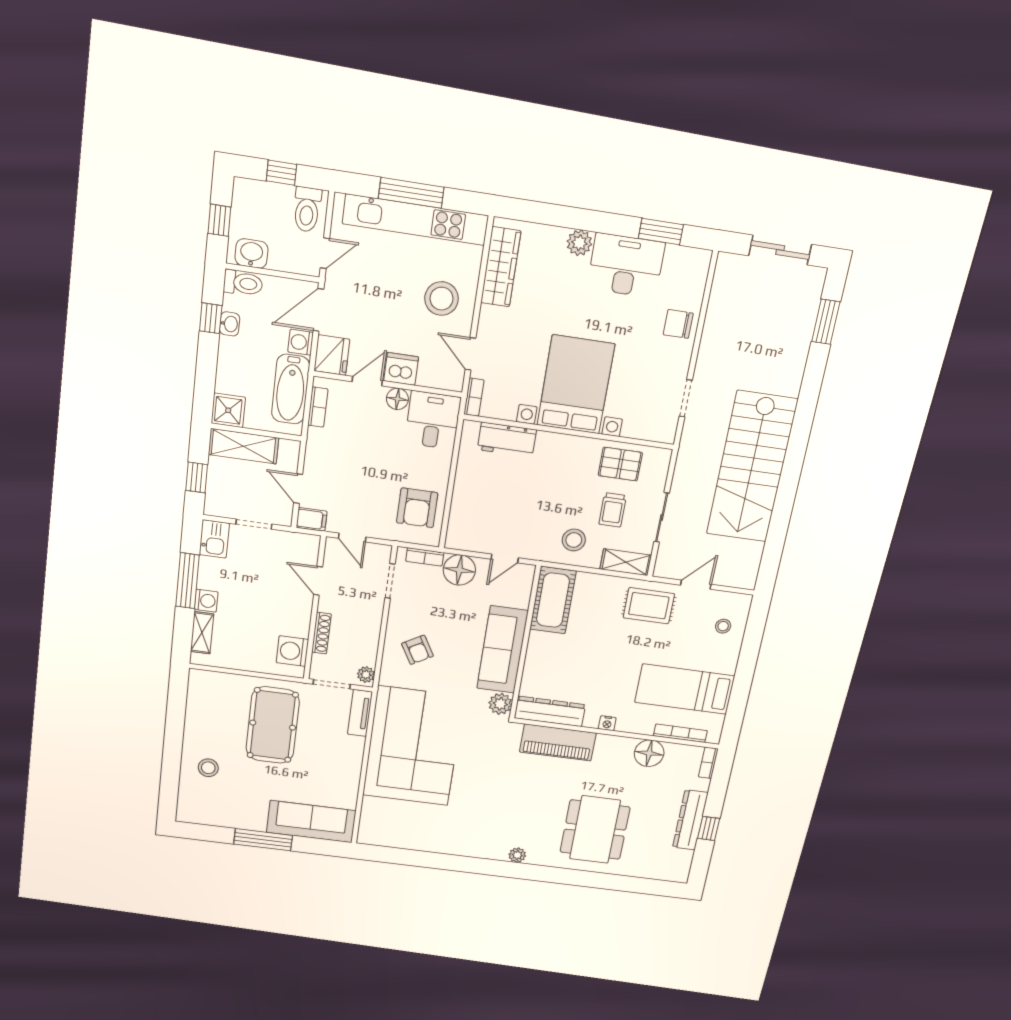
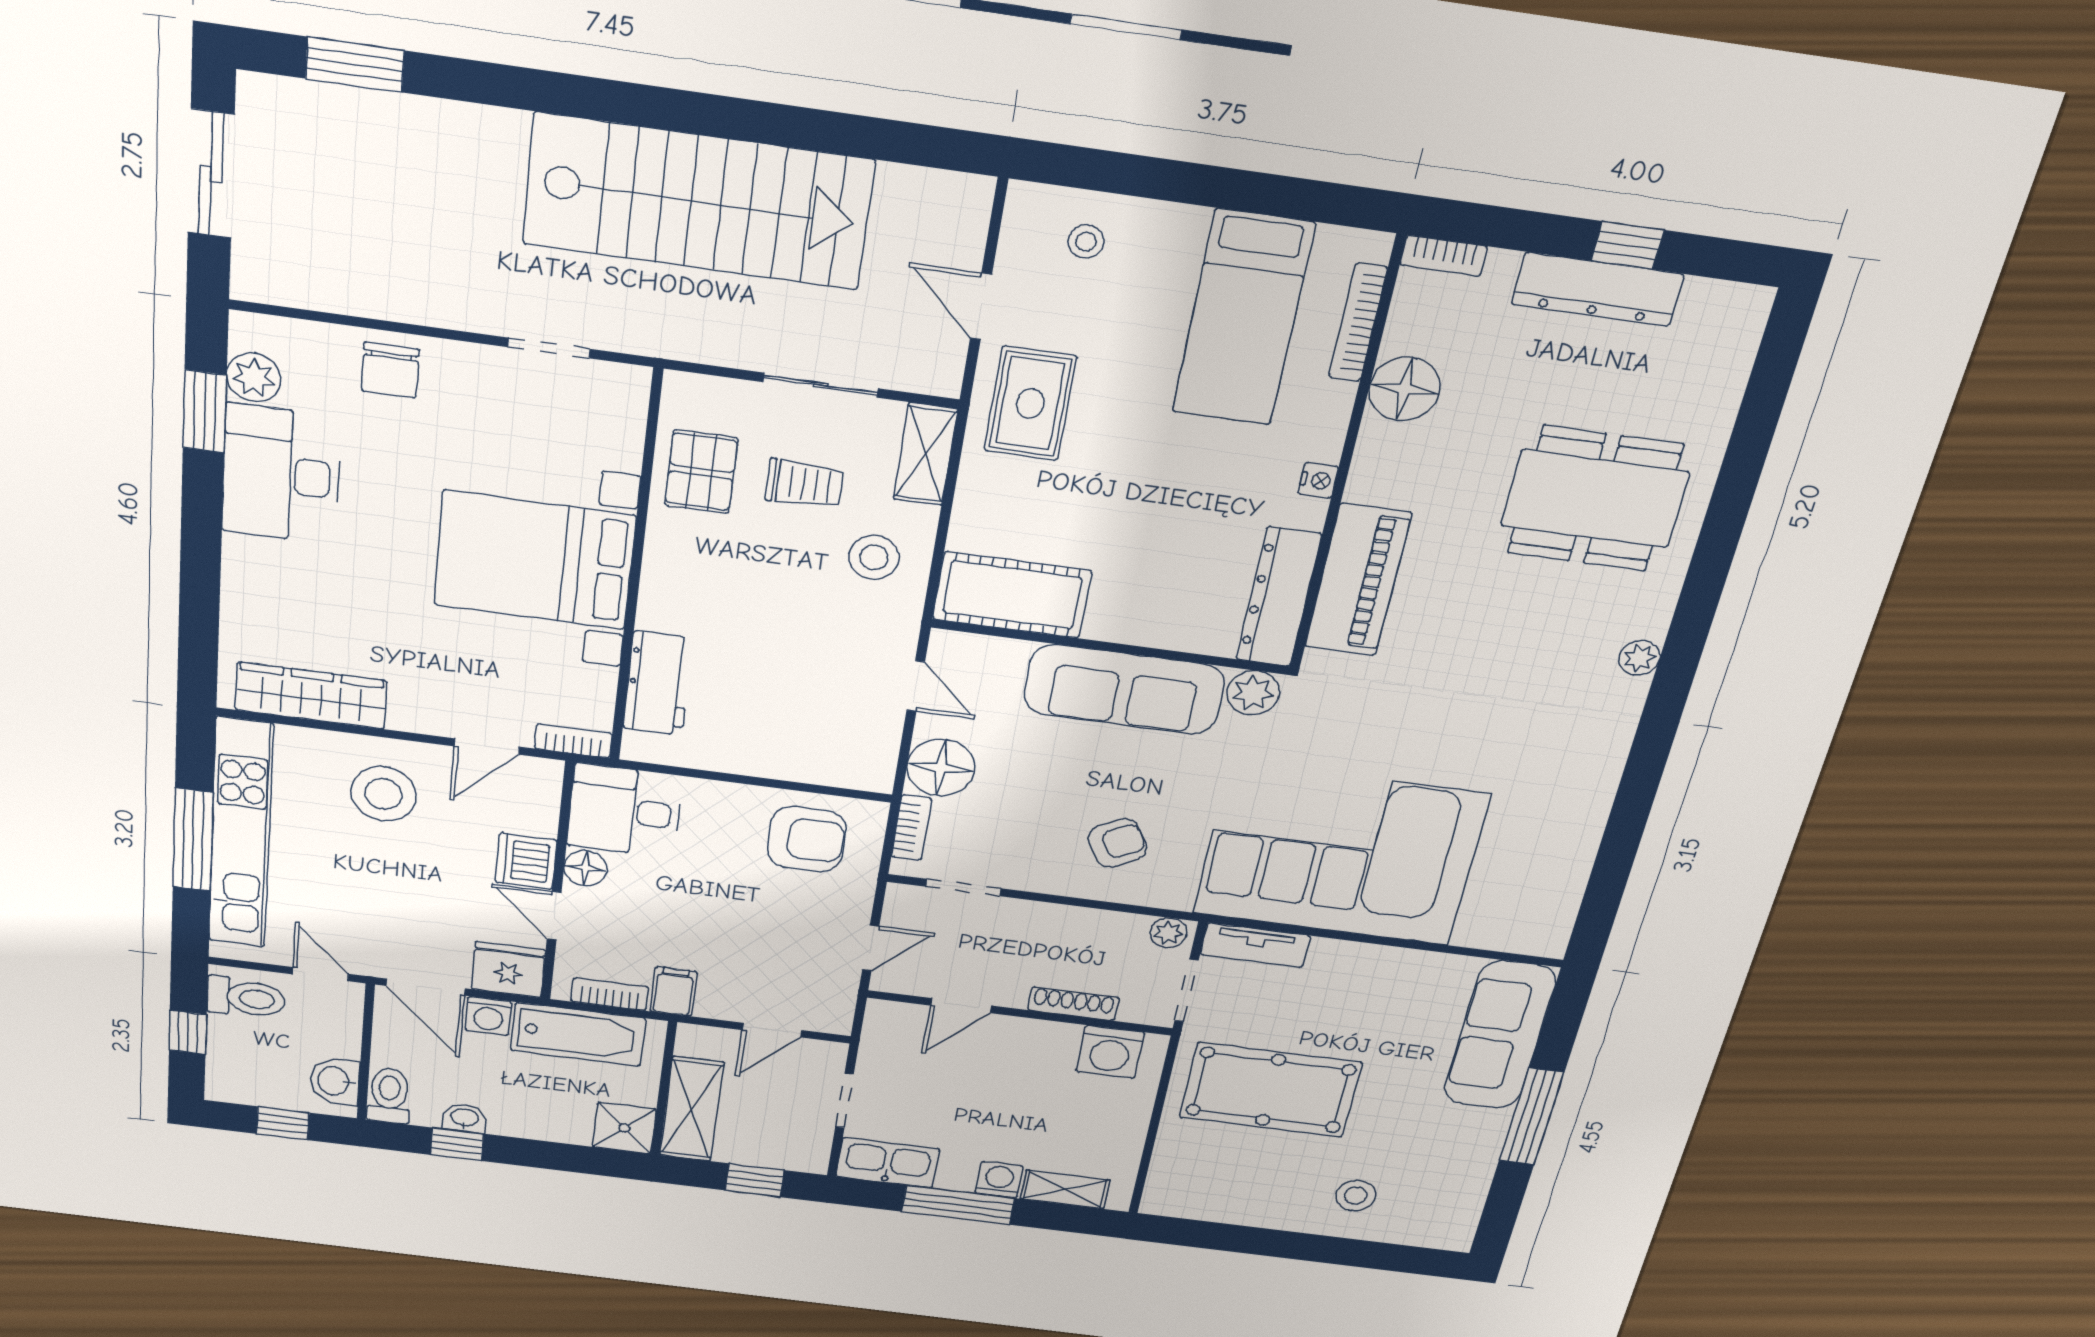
plant: (579, 243) -> (254, 377), moved
filing cabinet: (312, 519) -> (673, 992), moved
kitchen sink: (214, 539) -> (888, 1163), width x1.38

